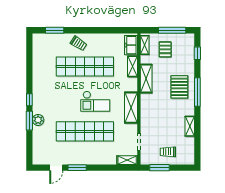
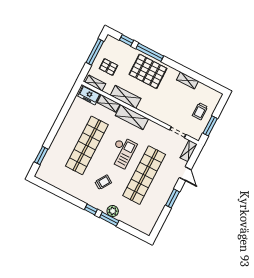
trolley: (79, 43) -> (103, 182), moved
pallet: (179, 87) -> (148, 71), width x1.37, depth x1.41
window: (197, 92) -> (150, 52), moved
shelving: (131, 108) -> (132, 117), moved
door: (56, 168) -> (185, 174), moved

